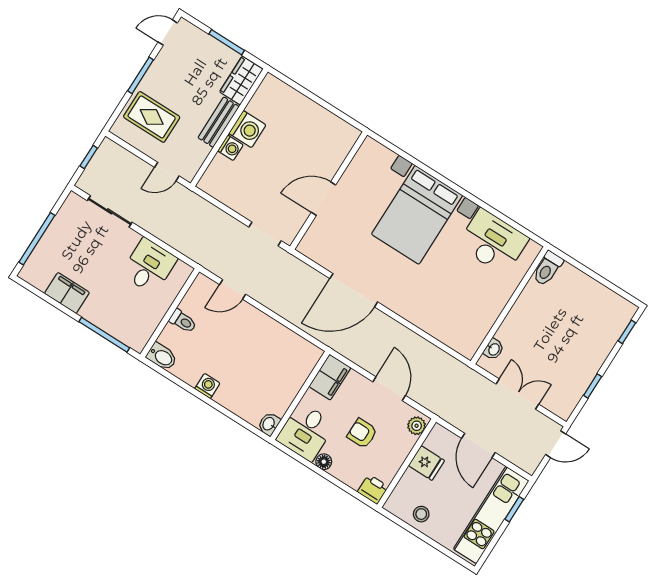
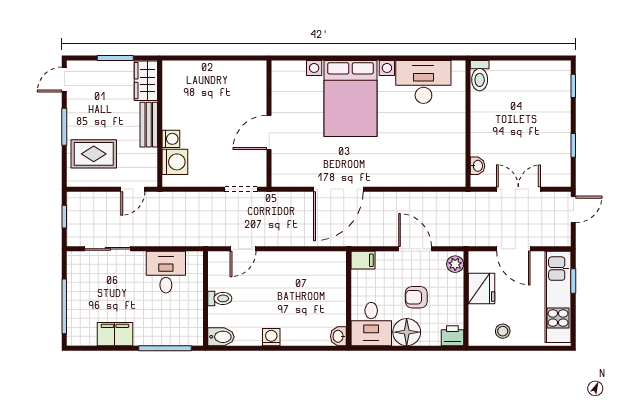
washing machine: (247, 129) -> (175, 162), moved
filing cabinet: (330, 377) -> (363, 260), width x0.50
floor lamp: (324, 462) -> (407, 332), width x1.89, depth x1.89
fridge: (427, 463) -> (481, 289), width x1.38

